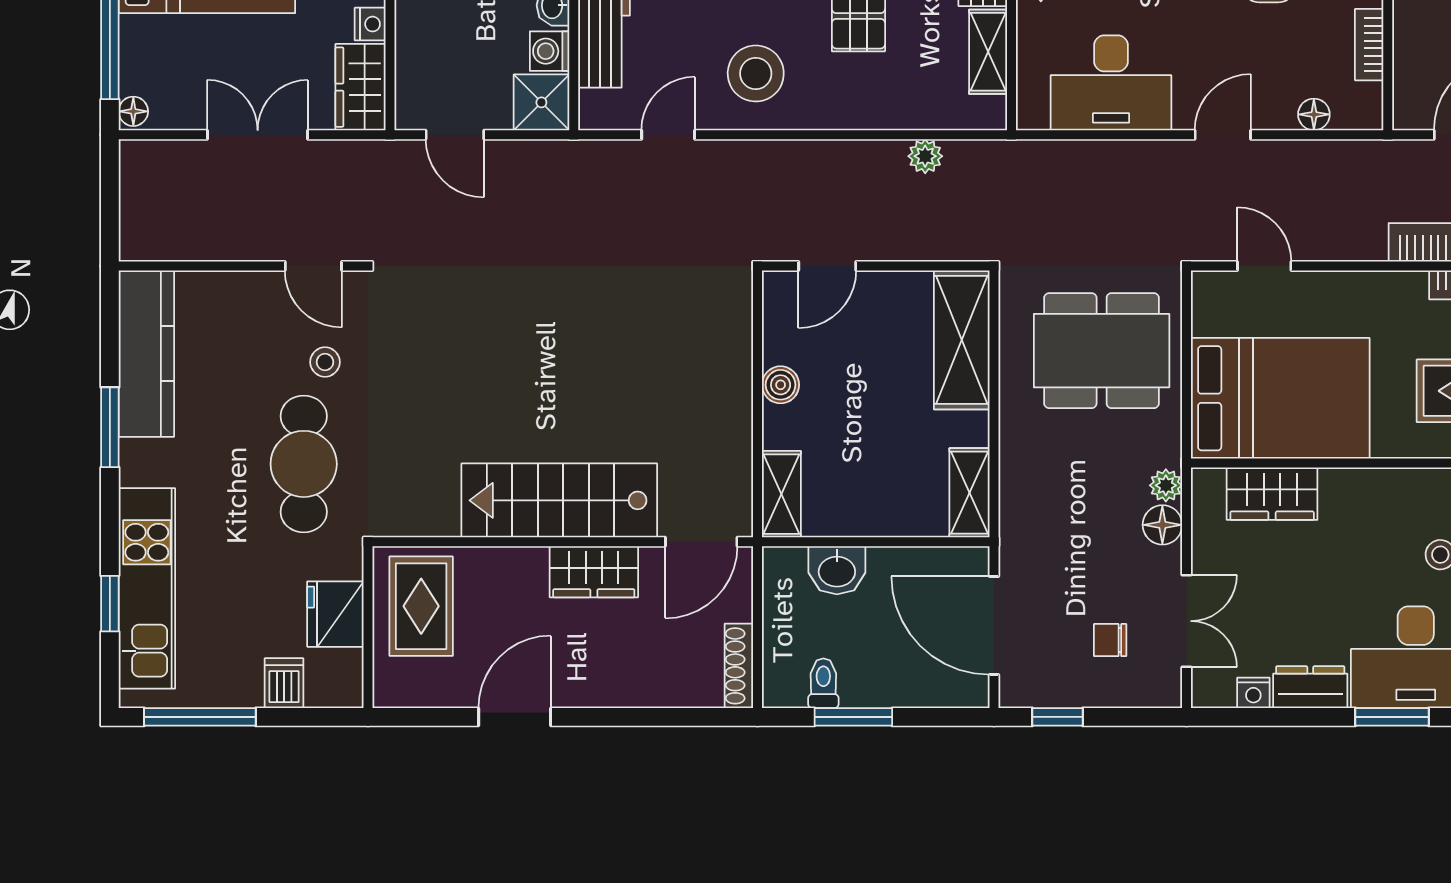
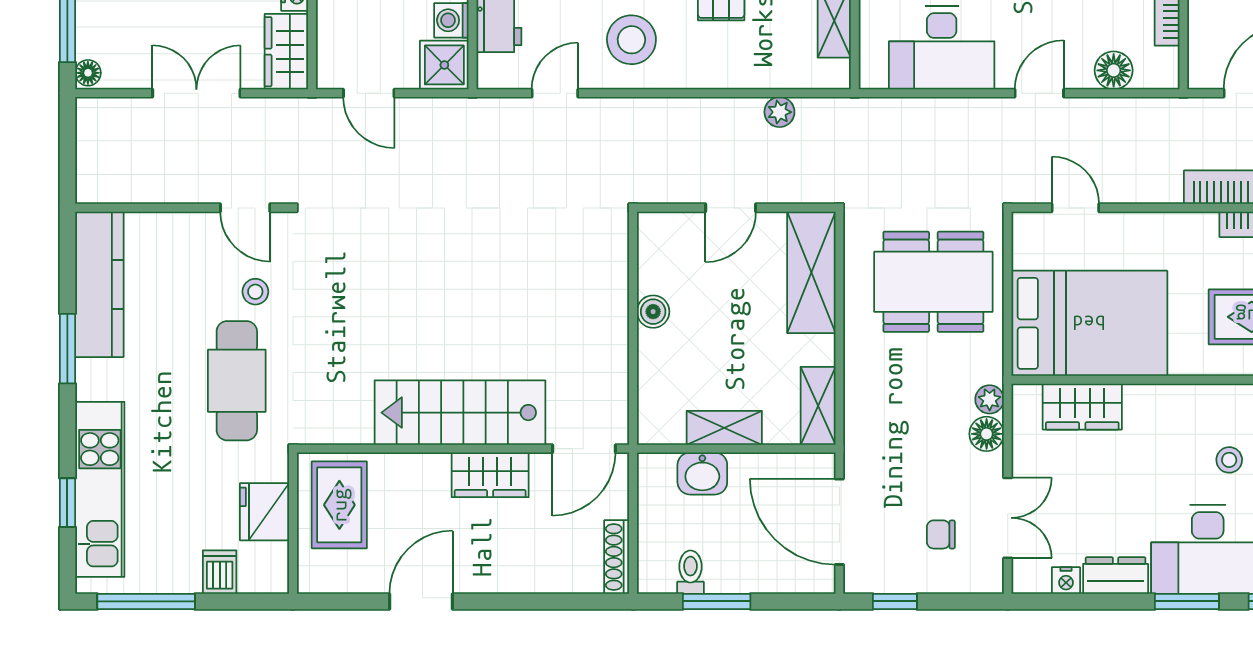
floor lamp: (1314, 114) -> (1114, 70), width x1.37, depth x1.37
door: (827, 266) -> (731, 208), moved
shelving: (781, 494) -> (724, 428), moved, turned 90

